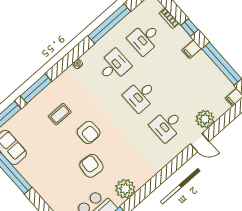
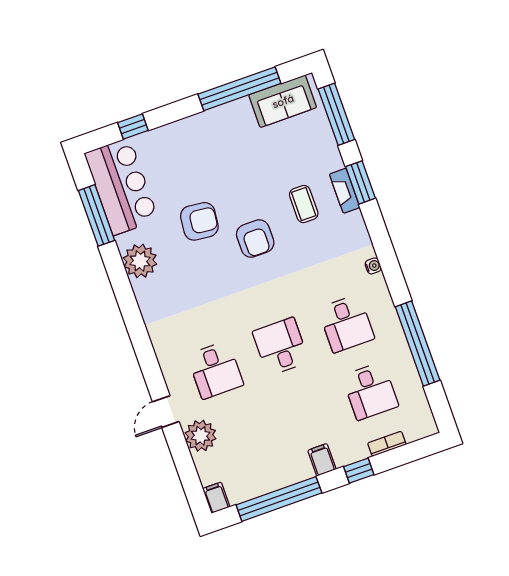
desk: (145, 39) -> (370, 391), turned 180
window: (36, 89) -> (360, 182), width x0.69
fireplace: (44, 95) -> (345, 191), added
desk: (167, 125) -> (215, 370), turned 180
armchair: (89, 132) -> (255, 239), turned -90

